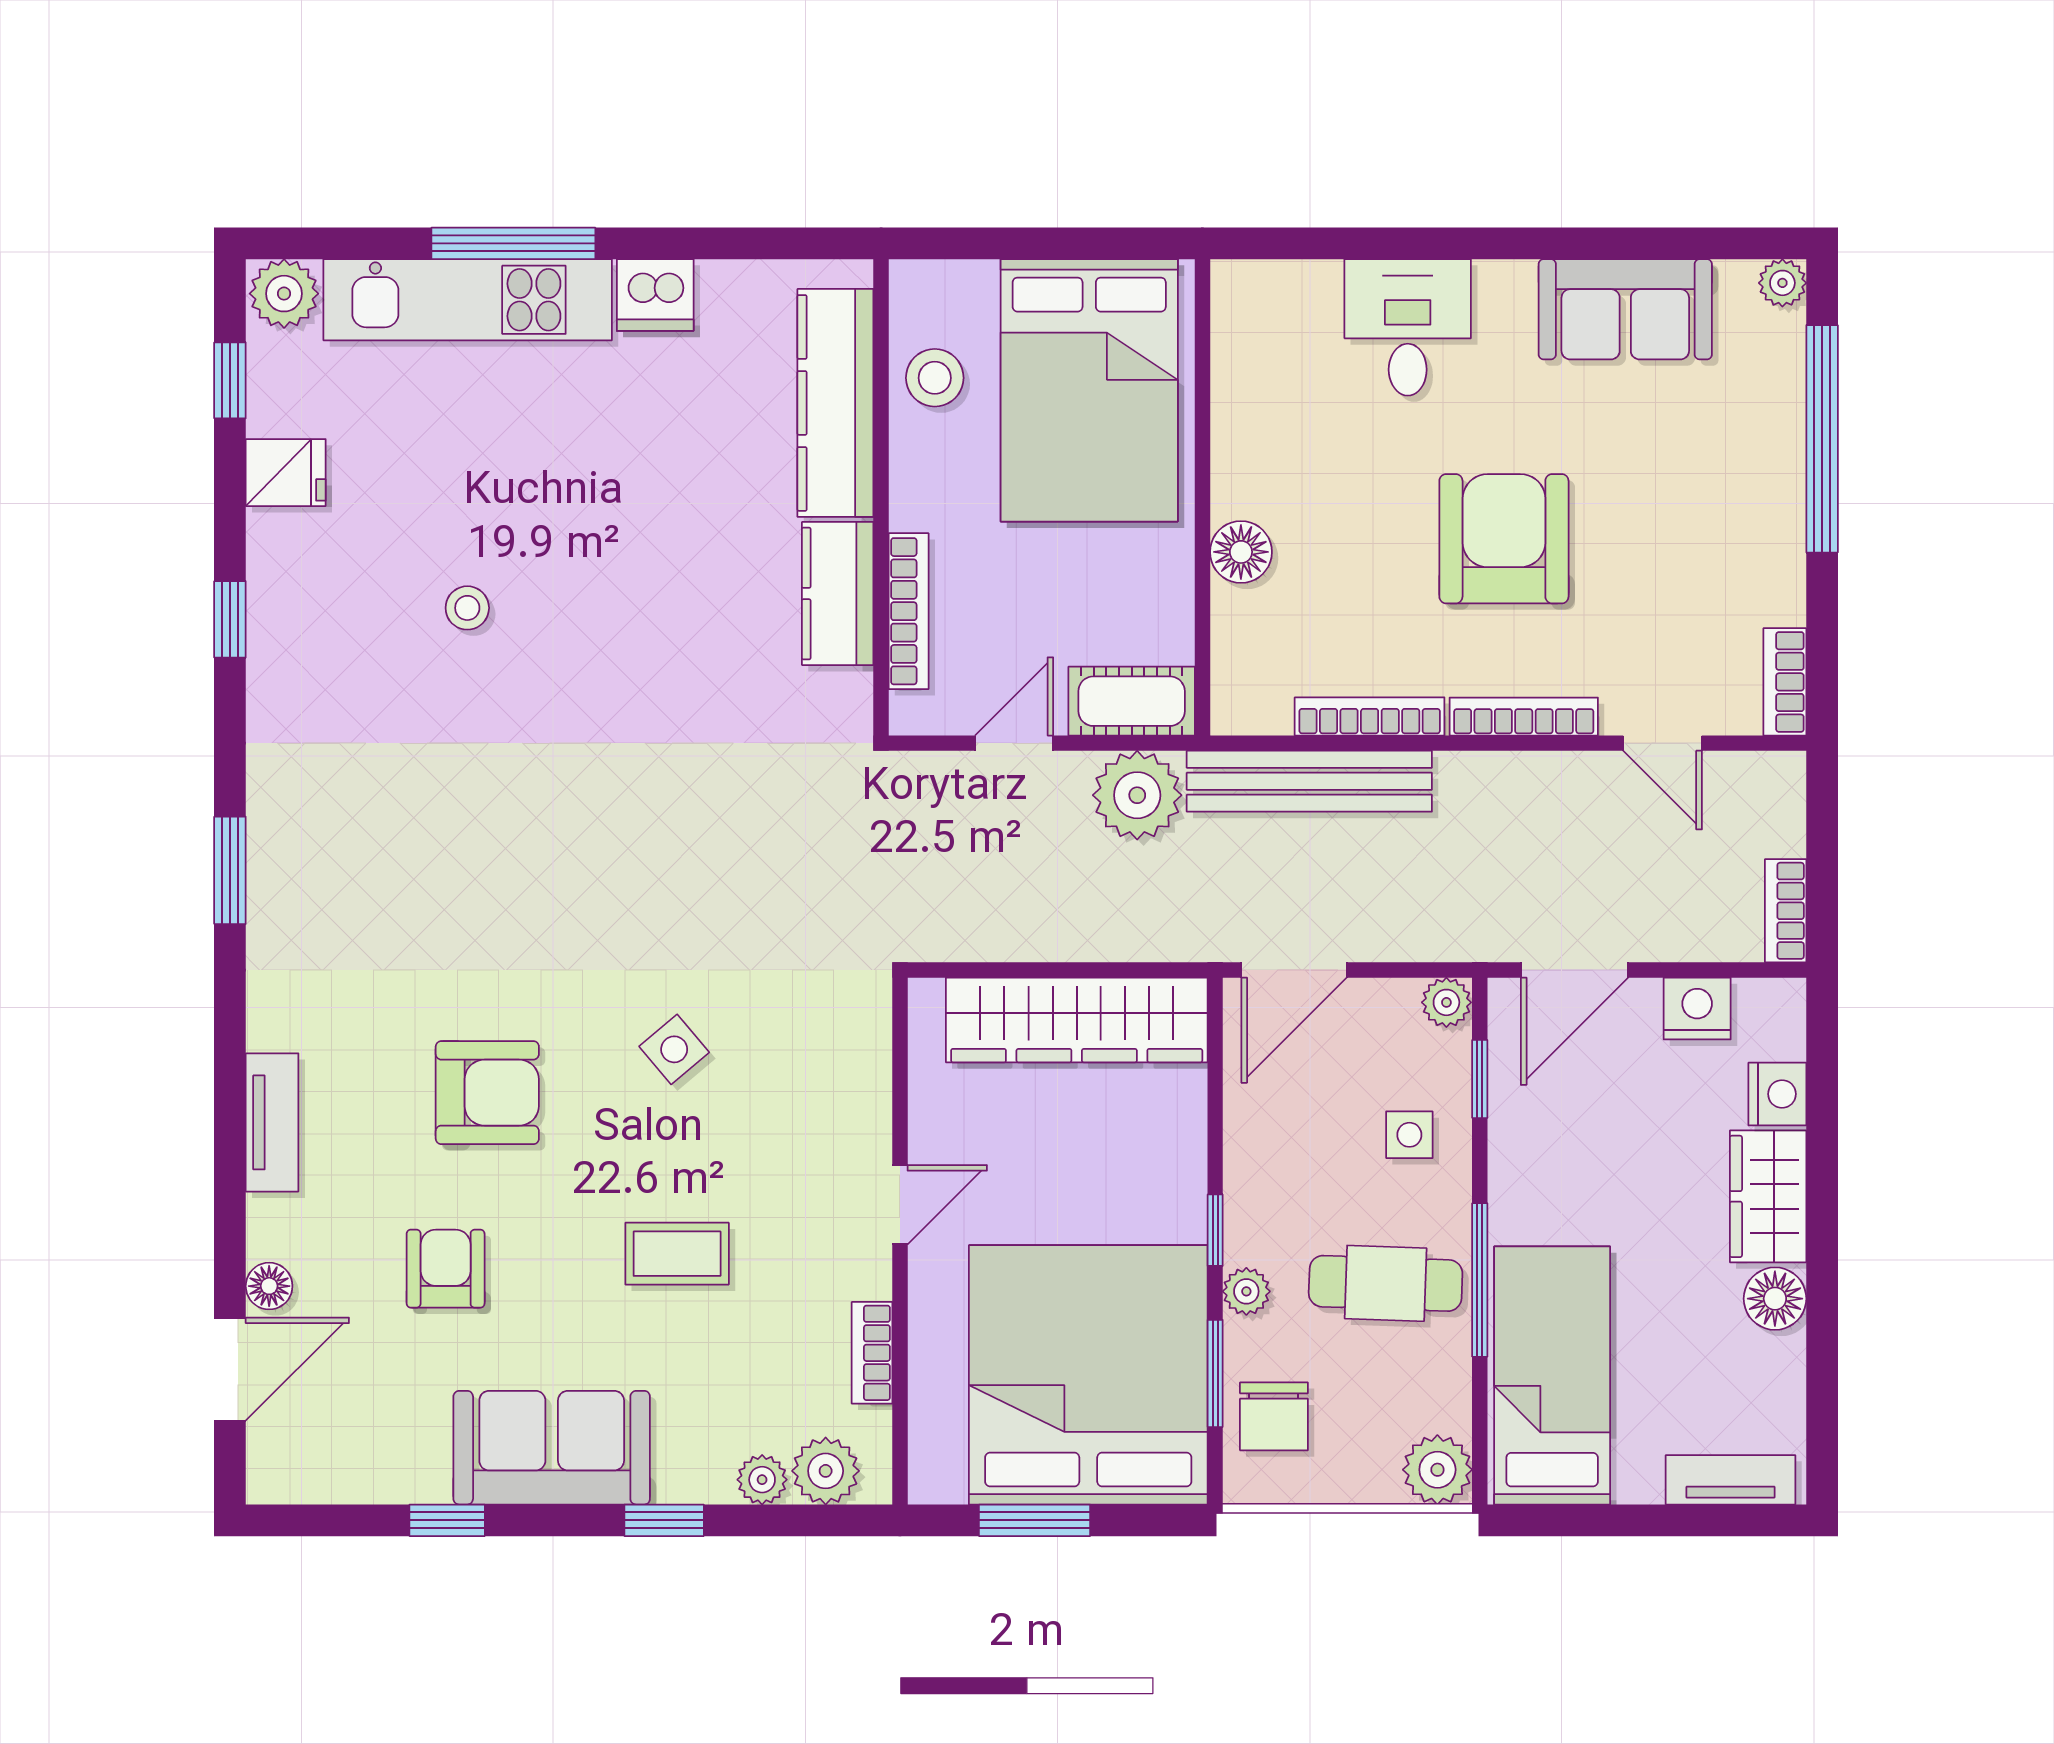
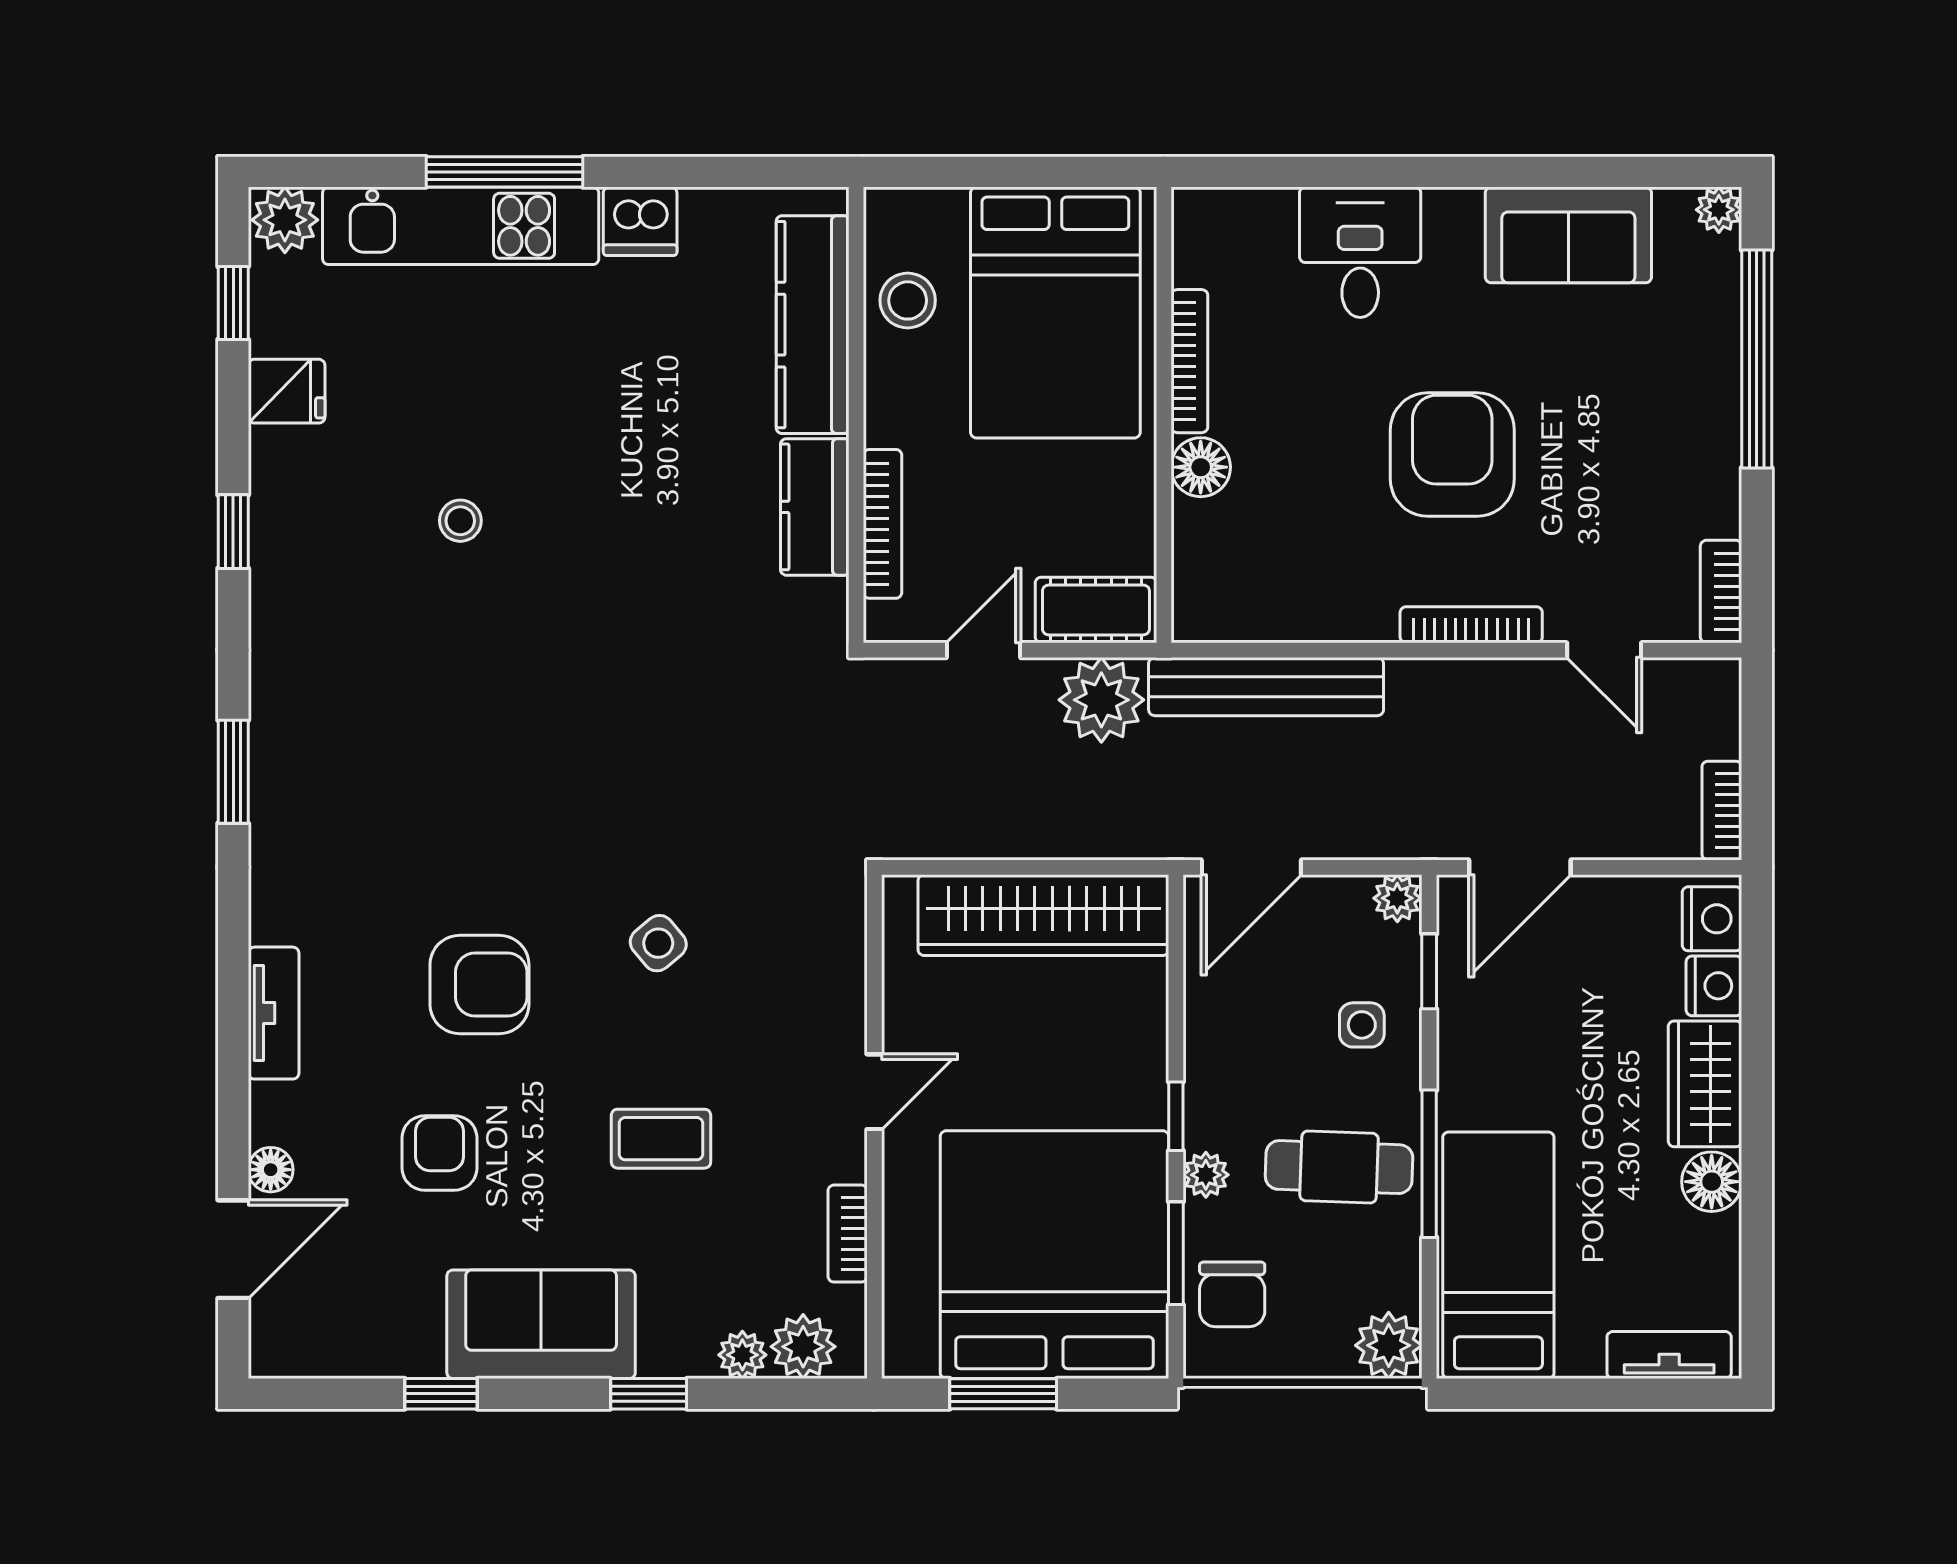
bookcase: (1370, 716) -> (1189, 361), moved, turned 90
nightstand: (1697, 1009) -> (1712, 919), moved, turned 90

